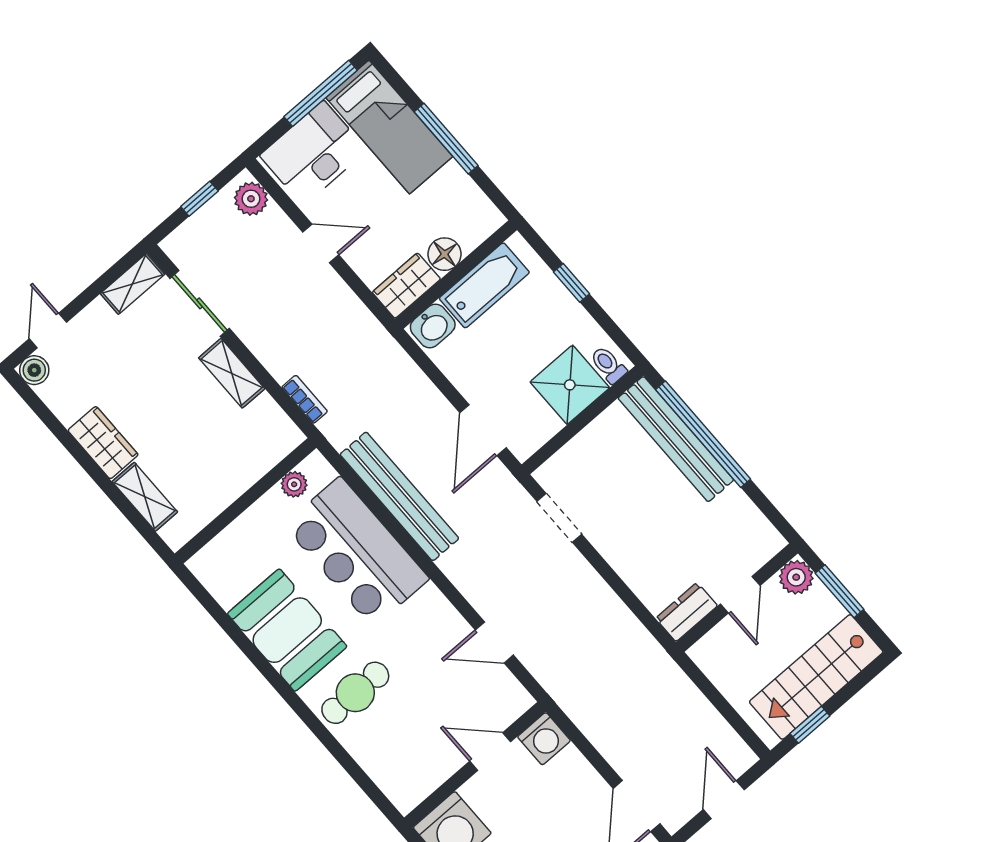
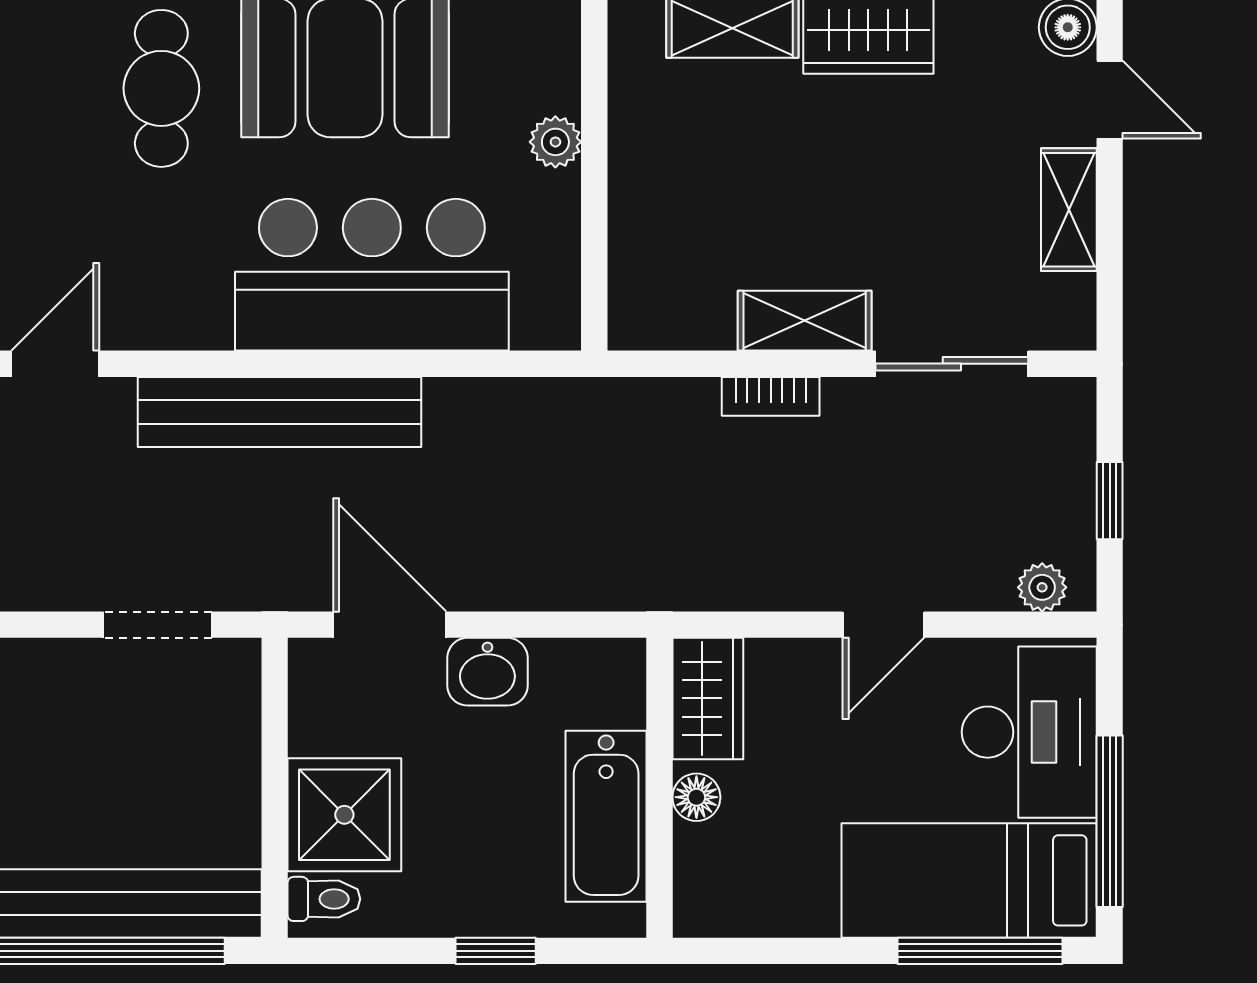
window: (446, 139) -> (980, 951), moved
plant: (251, 199) -> (1042, 587), width x0.73, depth x0.73
floor lamp: (445, 254) -> (696, 797), width x0.73, depth x0.73
shelving: (133, 284) -> (1069, 210), moved
washbasin: (433, 326) -> (487, 672), moved, turned -90
bookcase: (305, 399) -> (771, 396), moved
plant: (294, 484) -> (555, 142), moved
bench: (399, 496) -> (280, 412), moved

